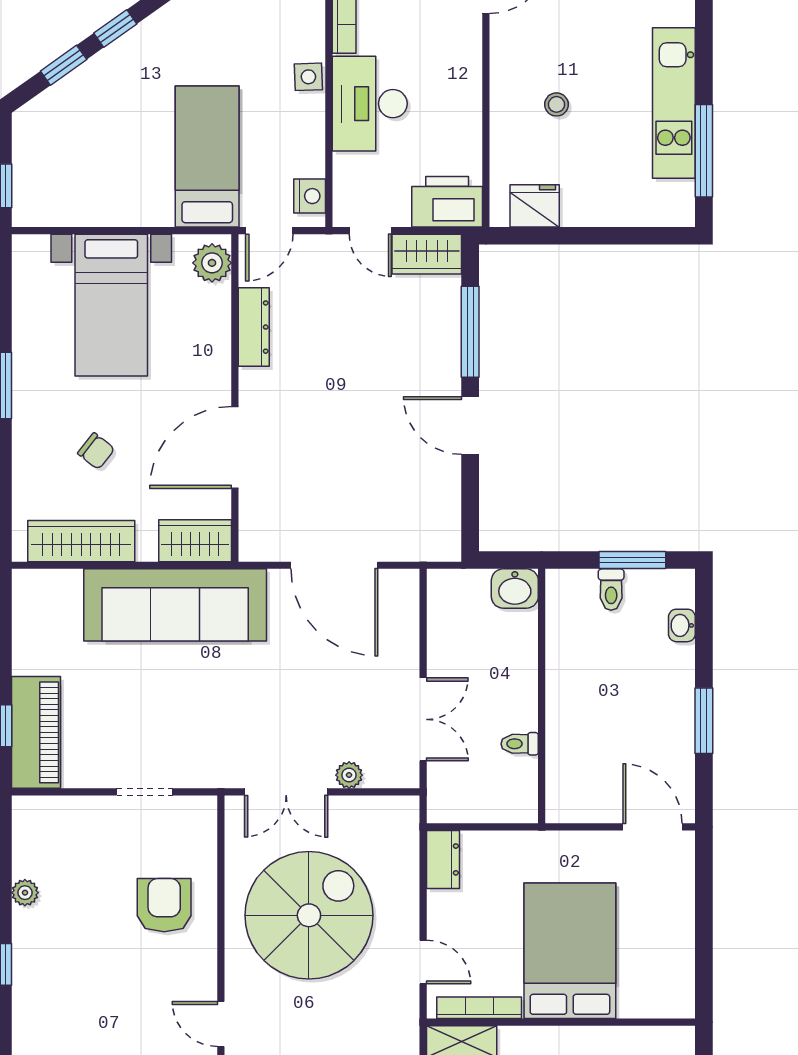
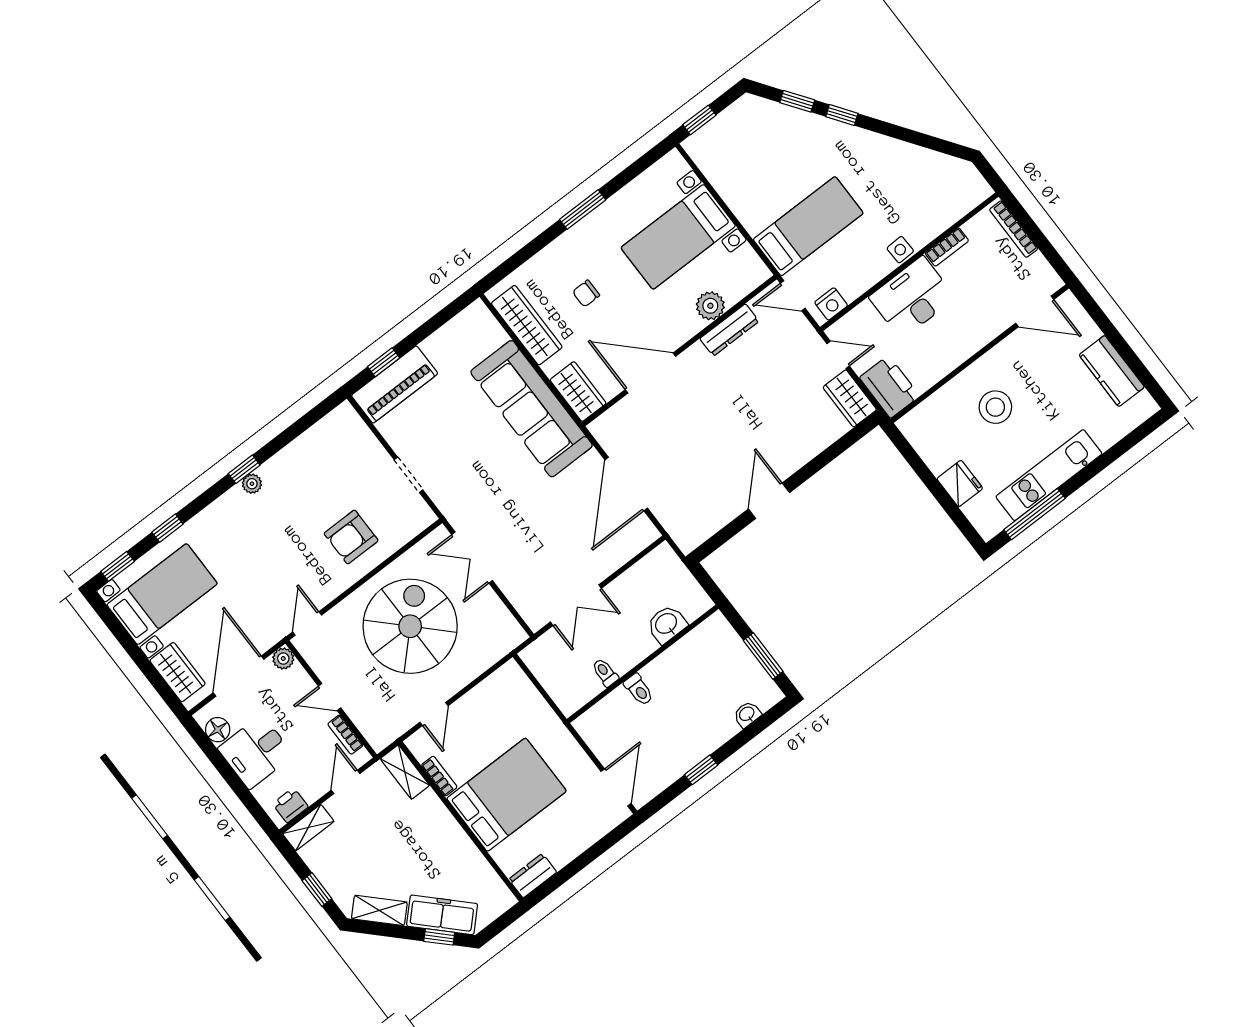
stool: (556, 104) -> (995, 407), width x1.89, depth x1.89
fridge: (535, 206) -> (960, 484), moved
door: (370, 231) -> (838, 355), swing flipped
plant: (212, 263) -> (710, 306), moved
window: (470, 332) -> (824, 459), removed
chair: (96, 451) -> (586, 293), turned 52
washbasin: (515, 589) -> (667, 624), moved, turned 90
toilet: (611, 590) -> (639, 690), moved, turned -90
window: (704, 721) -> (701, 770), width x0.67
plant: (349, 775) -> (510, 587), removed
dresser: (443, 859) -> (533, 876), moved, turned 180
plant: (25, 893) -> (252, 484), moved
armchair: (164, 905) -> (351, 537), turned 180
spiral stairs: (309, 915) -> (410, 626), turned -90
bookcase: (479, 1008) -> (439, 776), width x0.64

